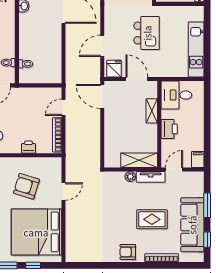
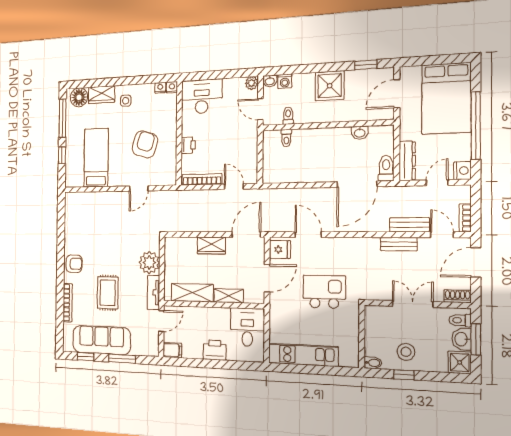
kitchen island: (147, 33) -> (324, 292), turned 180
wardrobe: (111, 126) -> (211, 245), added
printer: (169, 129) -> (215, 350), moved, turned 180
shelving: (139, 160) -> (192, 293), moved, turned 90
door: (174, 170) -> (161, 321), hinge flipped
plant: (130, 177) -> (149, 263), width x1.87, depth x1.87
door: (63, 191) -> (139, 188), hinge flipped
bed: (36, 232) -> (96, 158), width x0.49
armchair: (128, 252) -> (74, 264), turned 90

